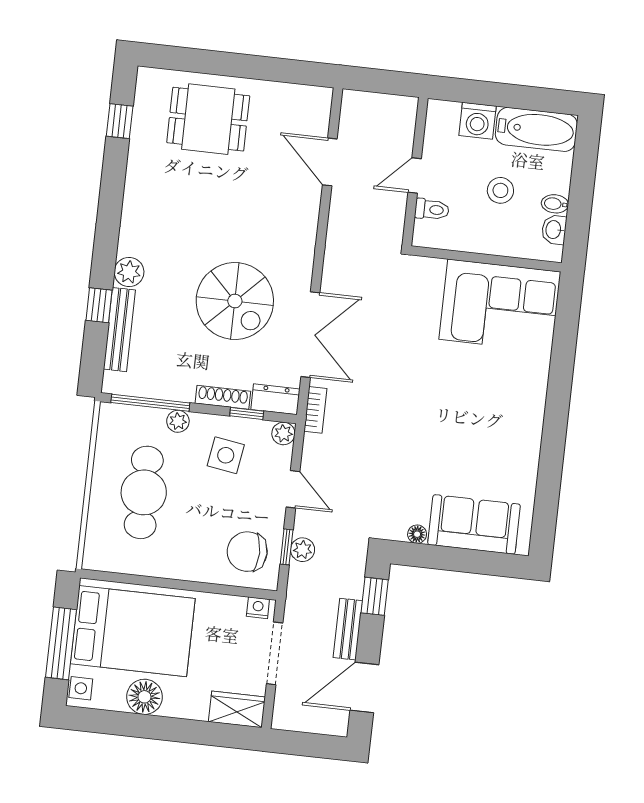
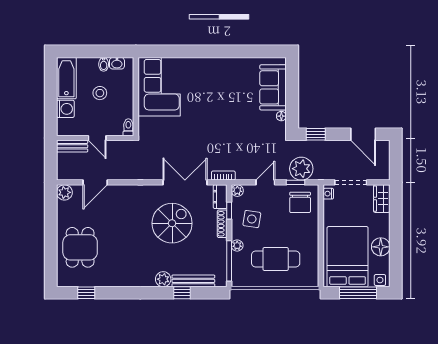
plant: (317, 101) -> (64, 192), added
toilet: (432, 209) -> (128, 127), moved
plant: (303, 550) -> (301, 169), width x1.88, depth x1.88
bench: (348, 629) -> (72, 146), moved

